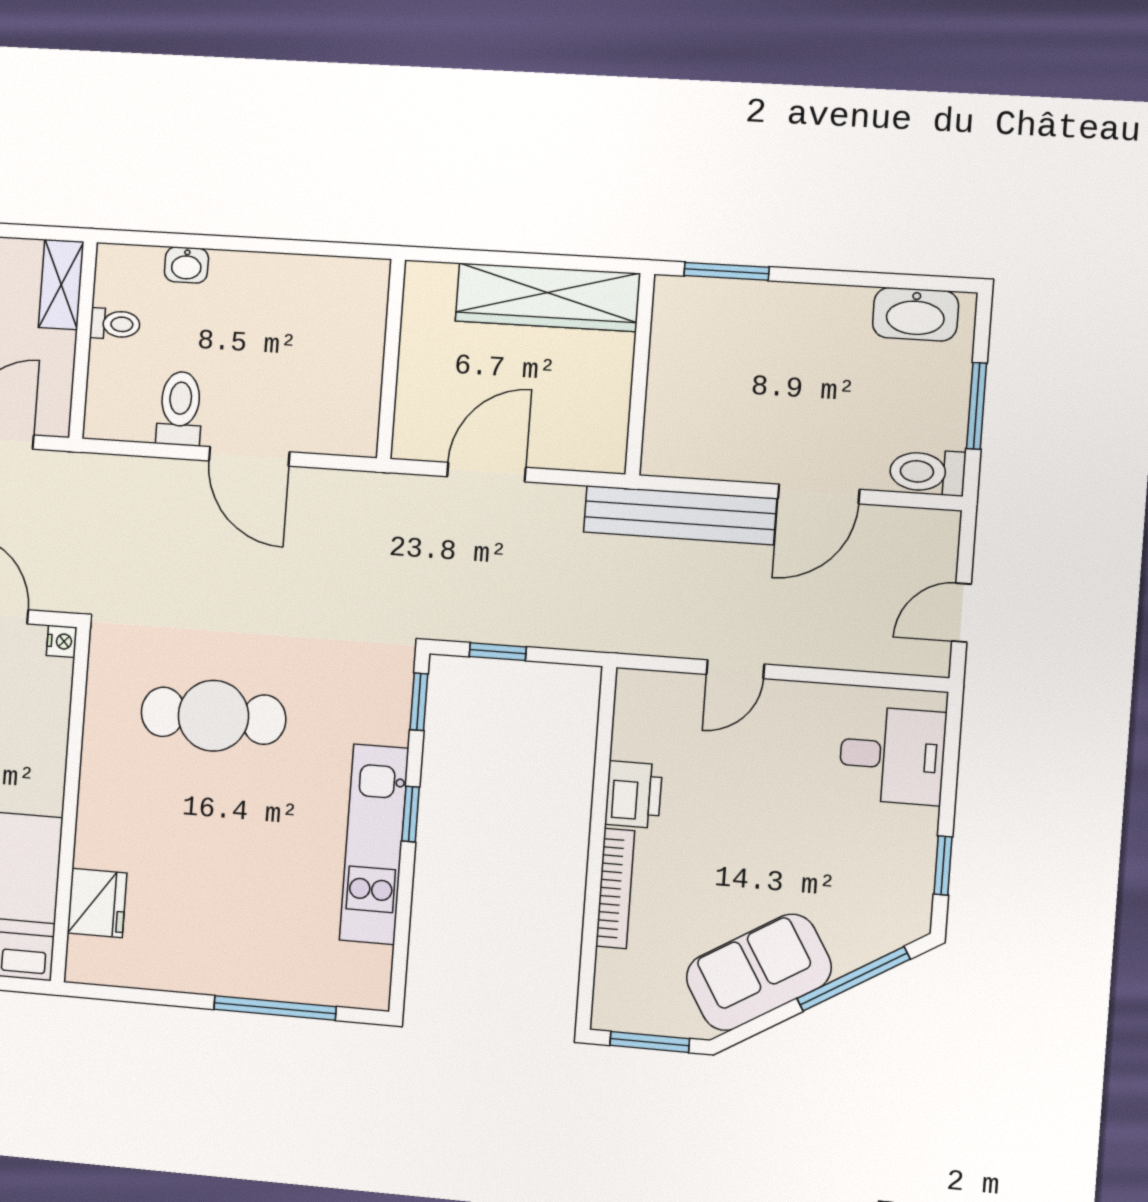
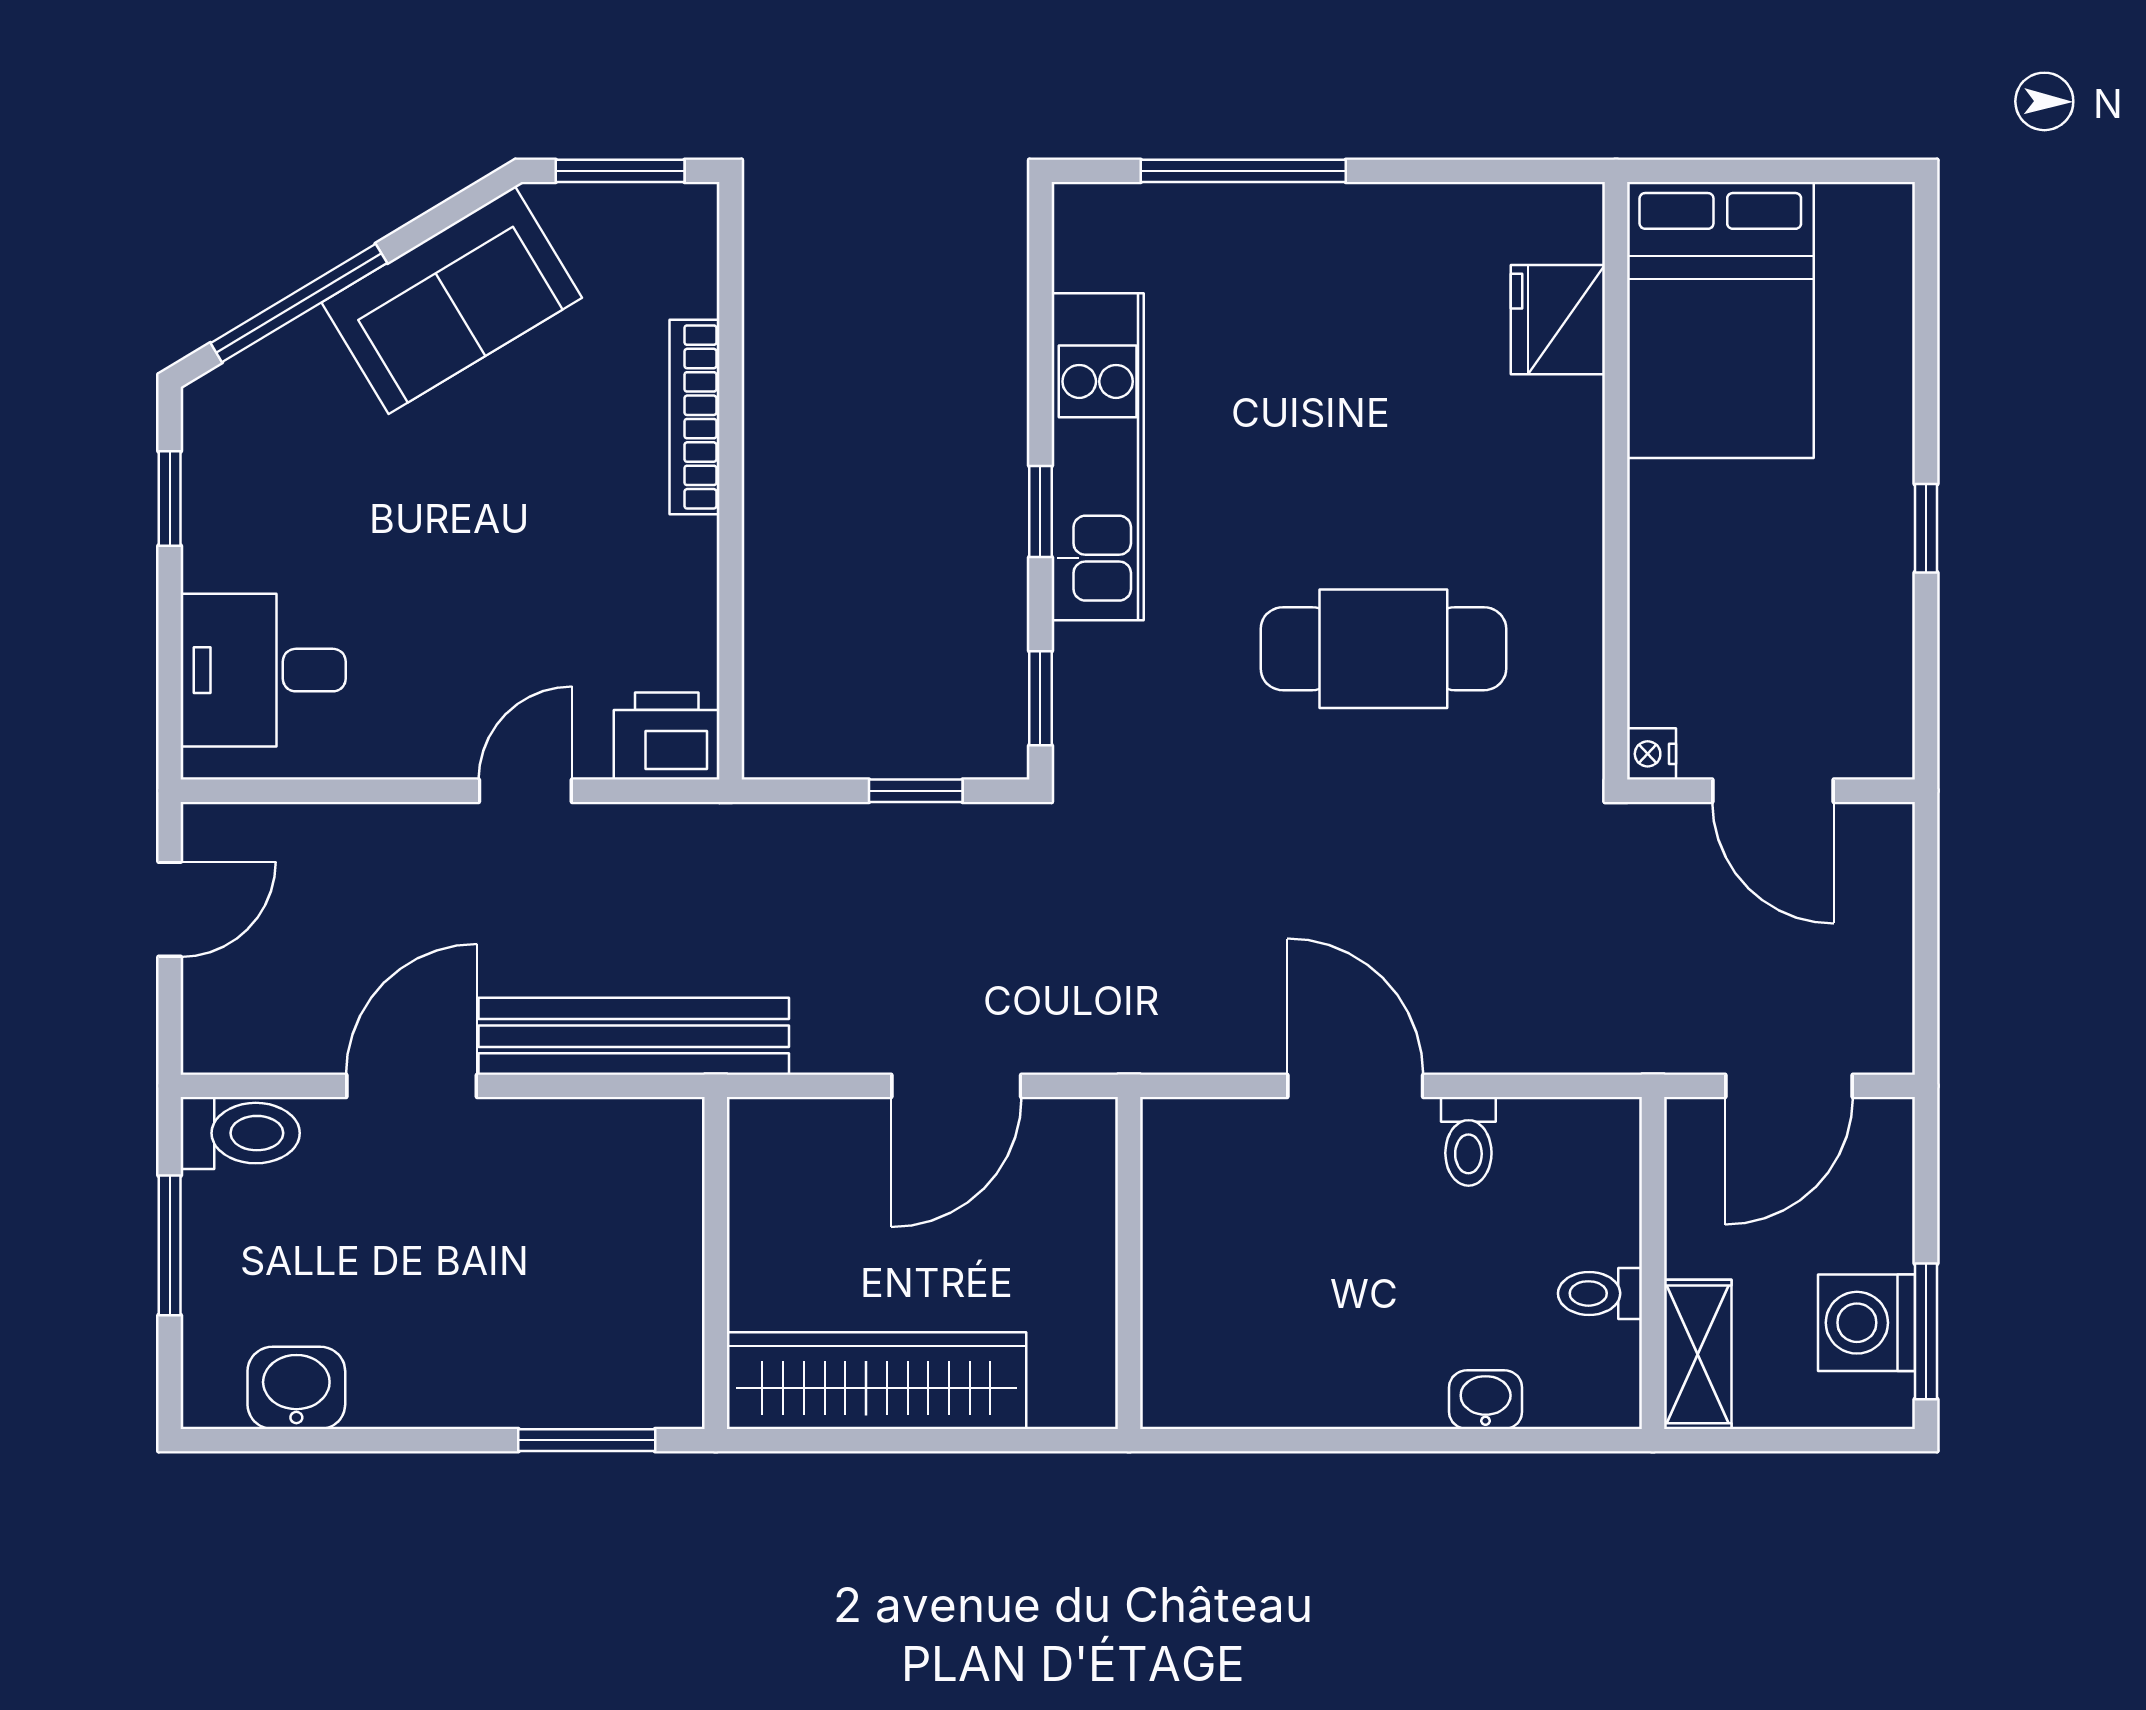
washbasin: (915, 314) -> (296, 1388), width x0.72
toilet: (180, 408) -> (1468, 1141), width x0.73, depth x0.72
printer: (633, 795) -> (667, 736), moved, turned 90

